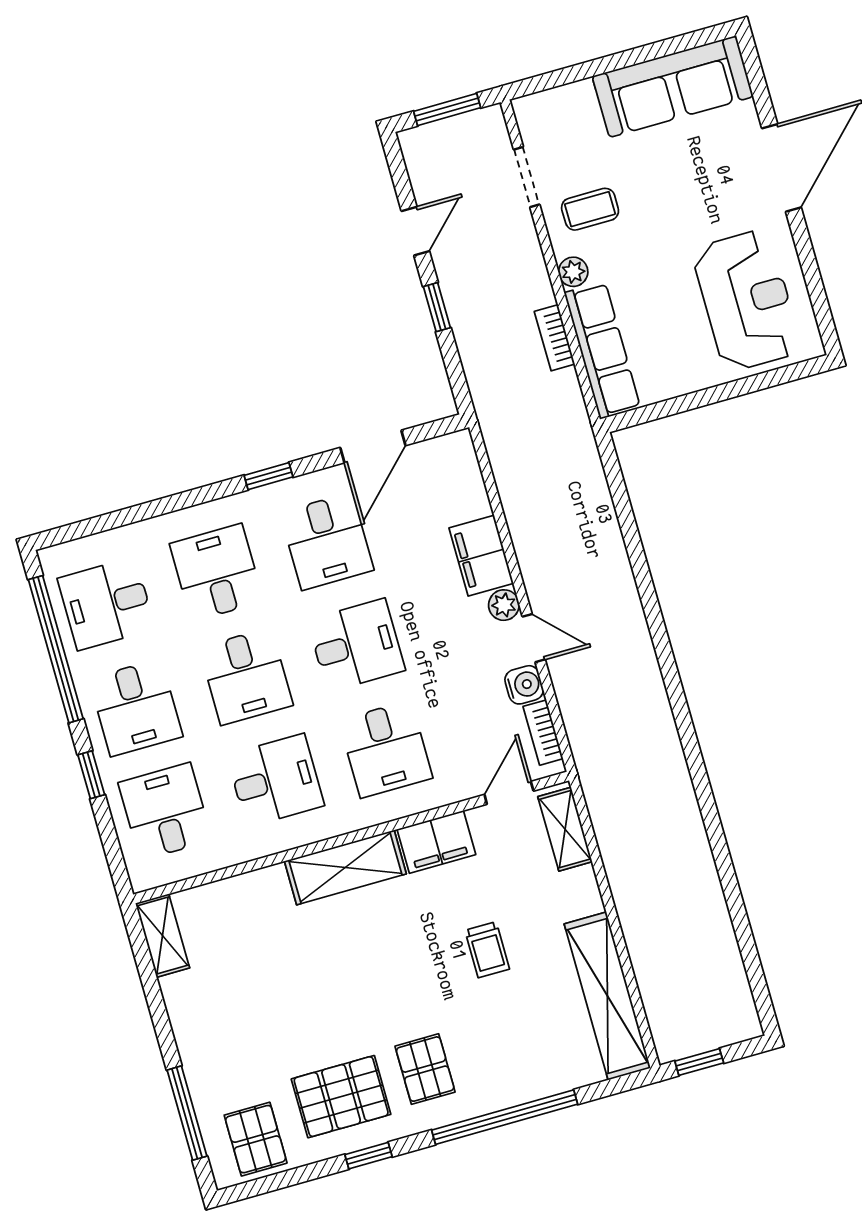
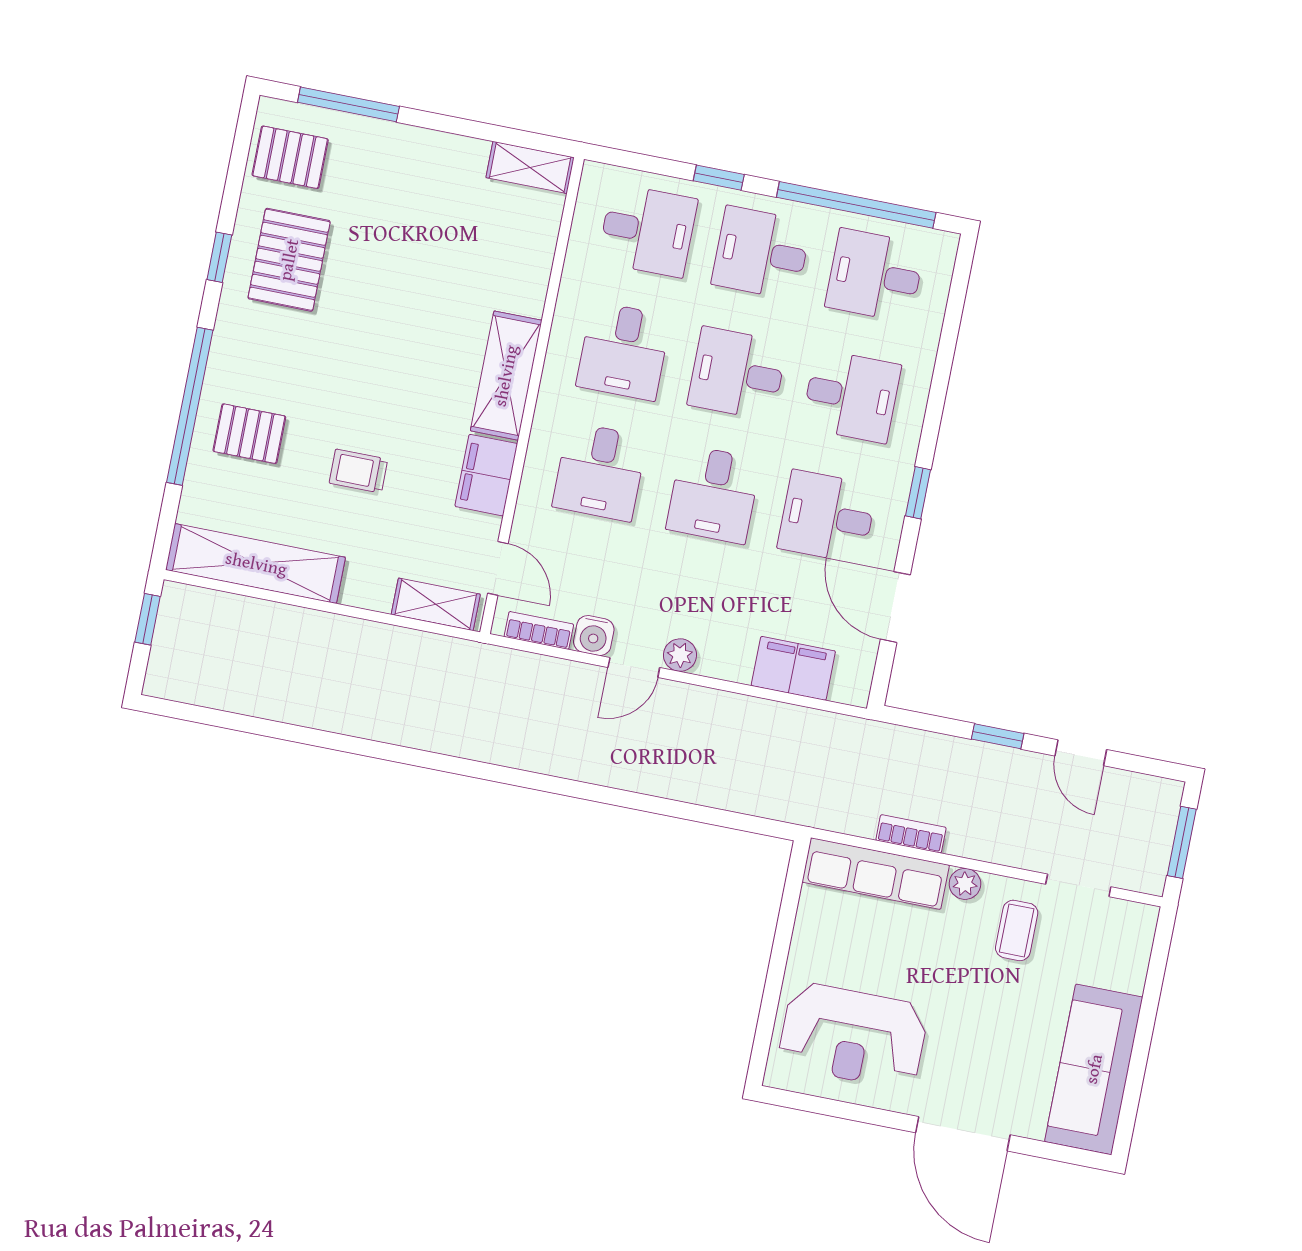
filing cabinet: (481, 556) -> (793, 668), moved
desk: (106, 604) -> (875, 275), turned -90
desk: (386, 749) -> (600, 472), turned -90
pallet: (425, 1069) -> (249, 434), moved

